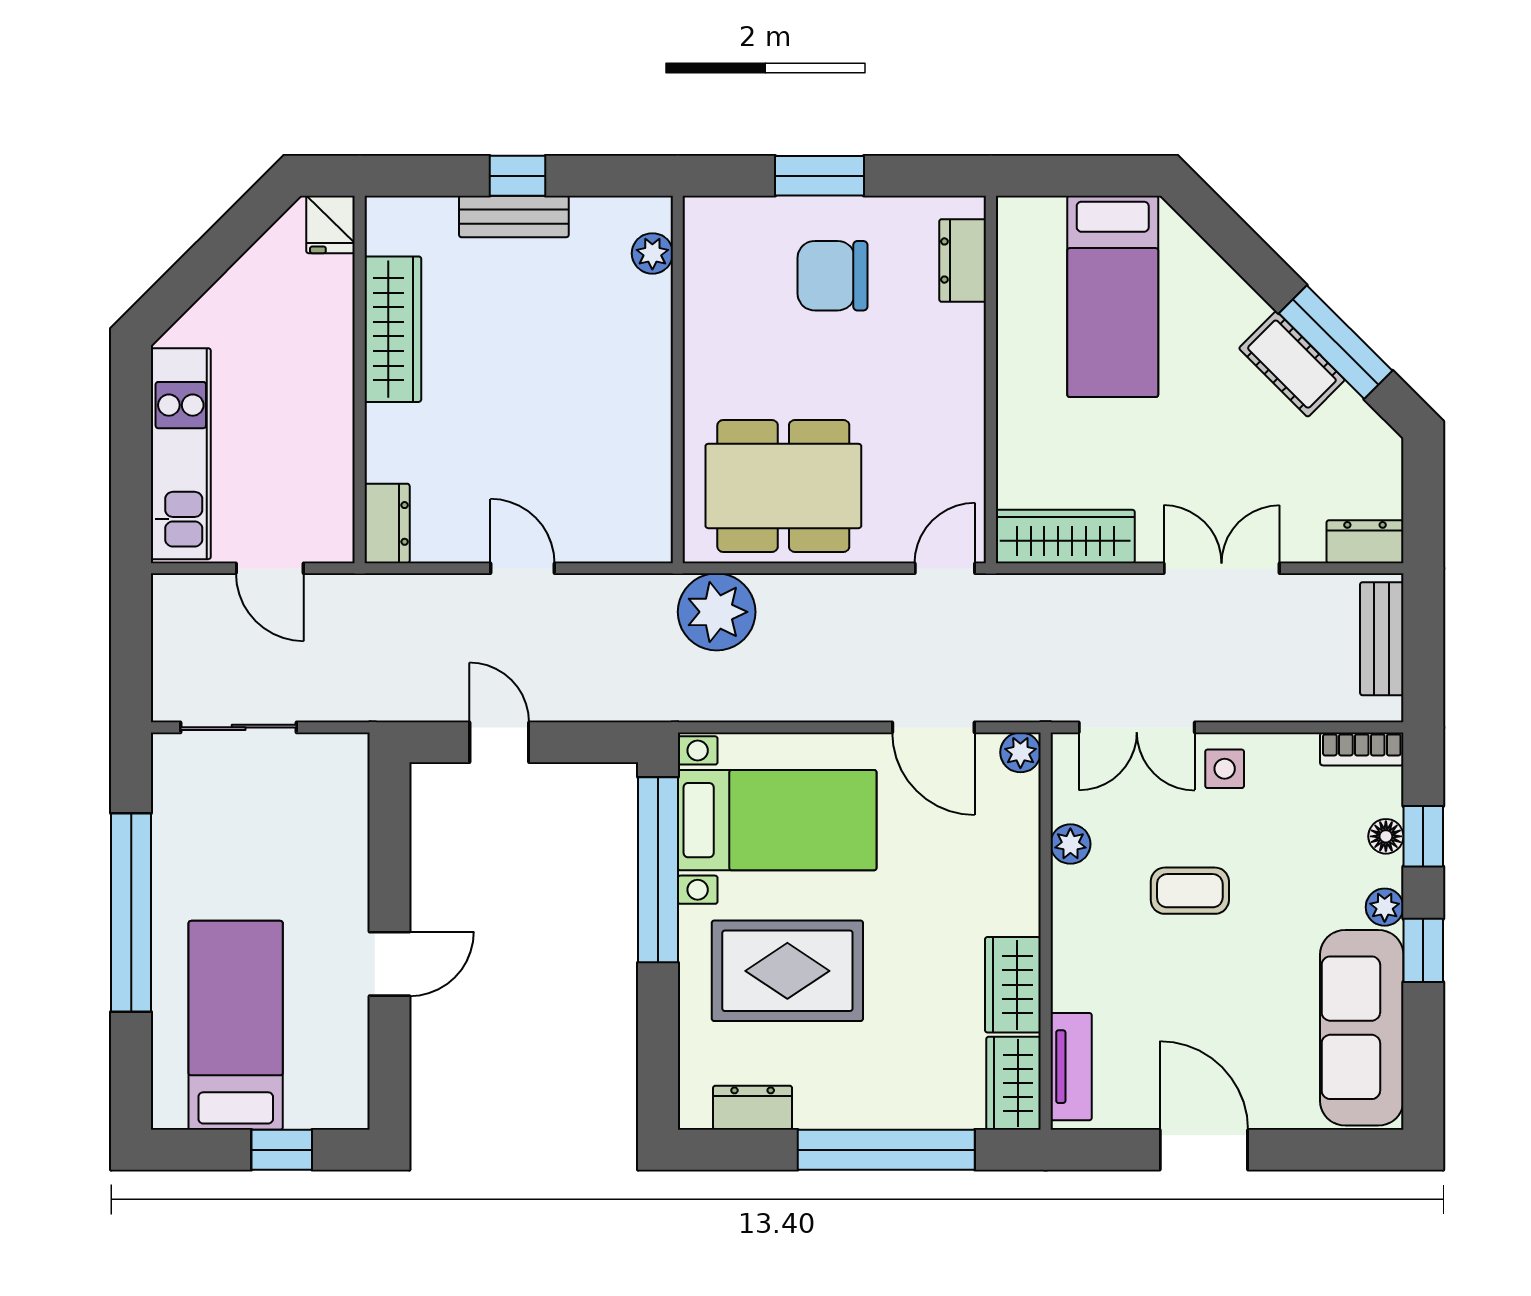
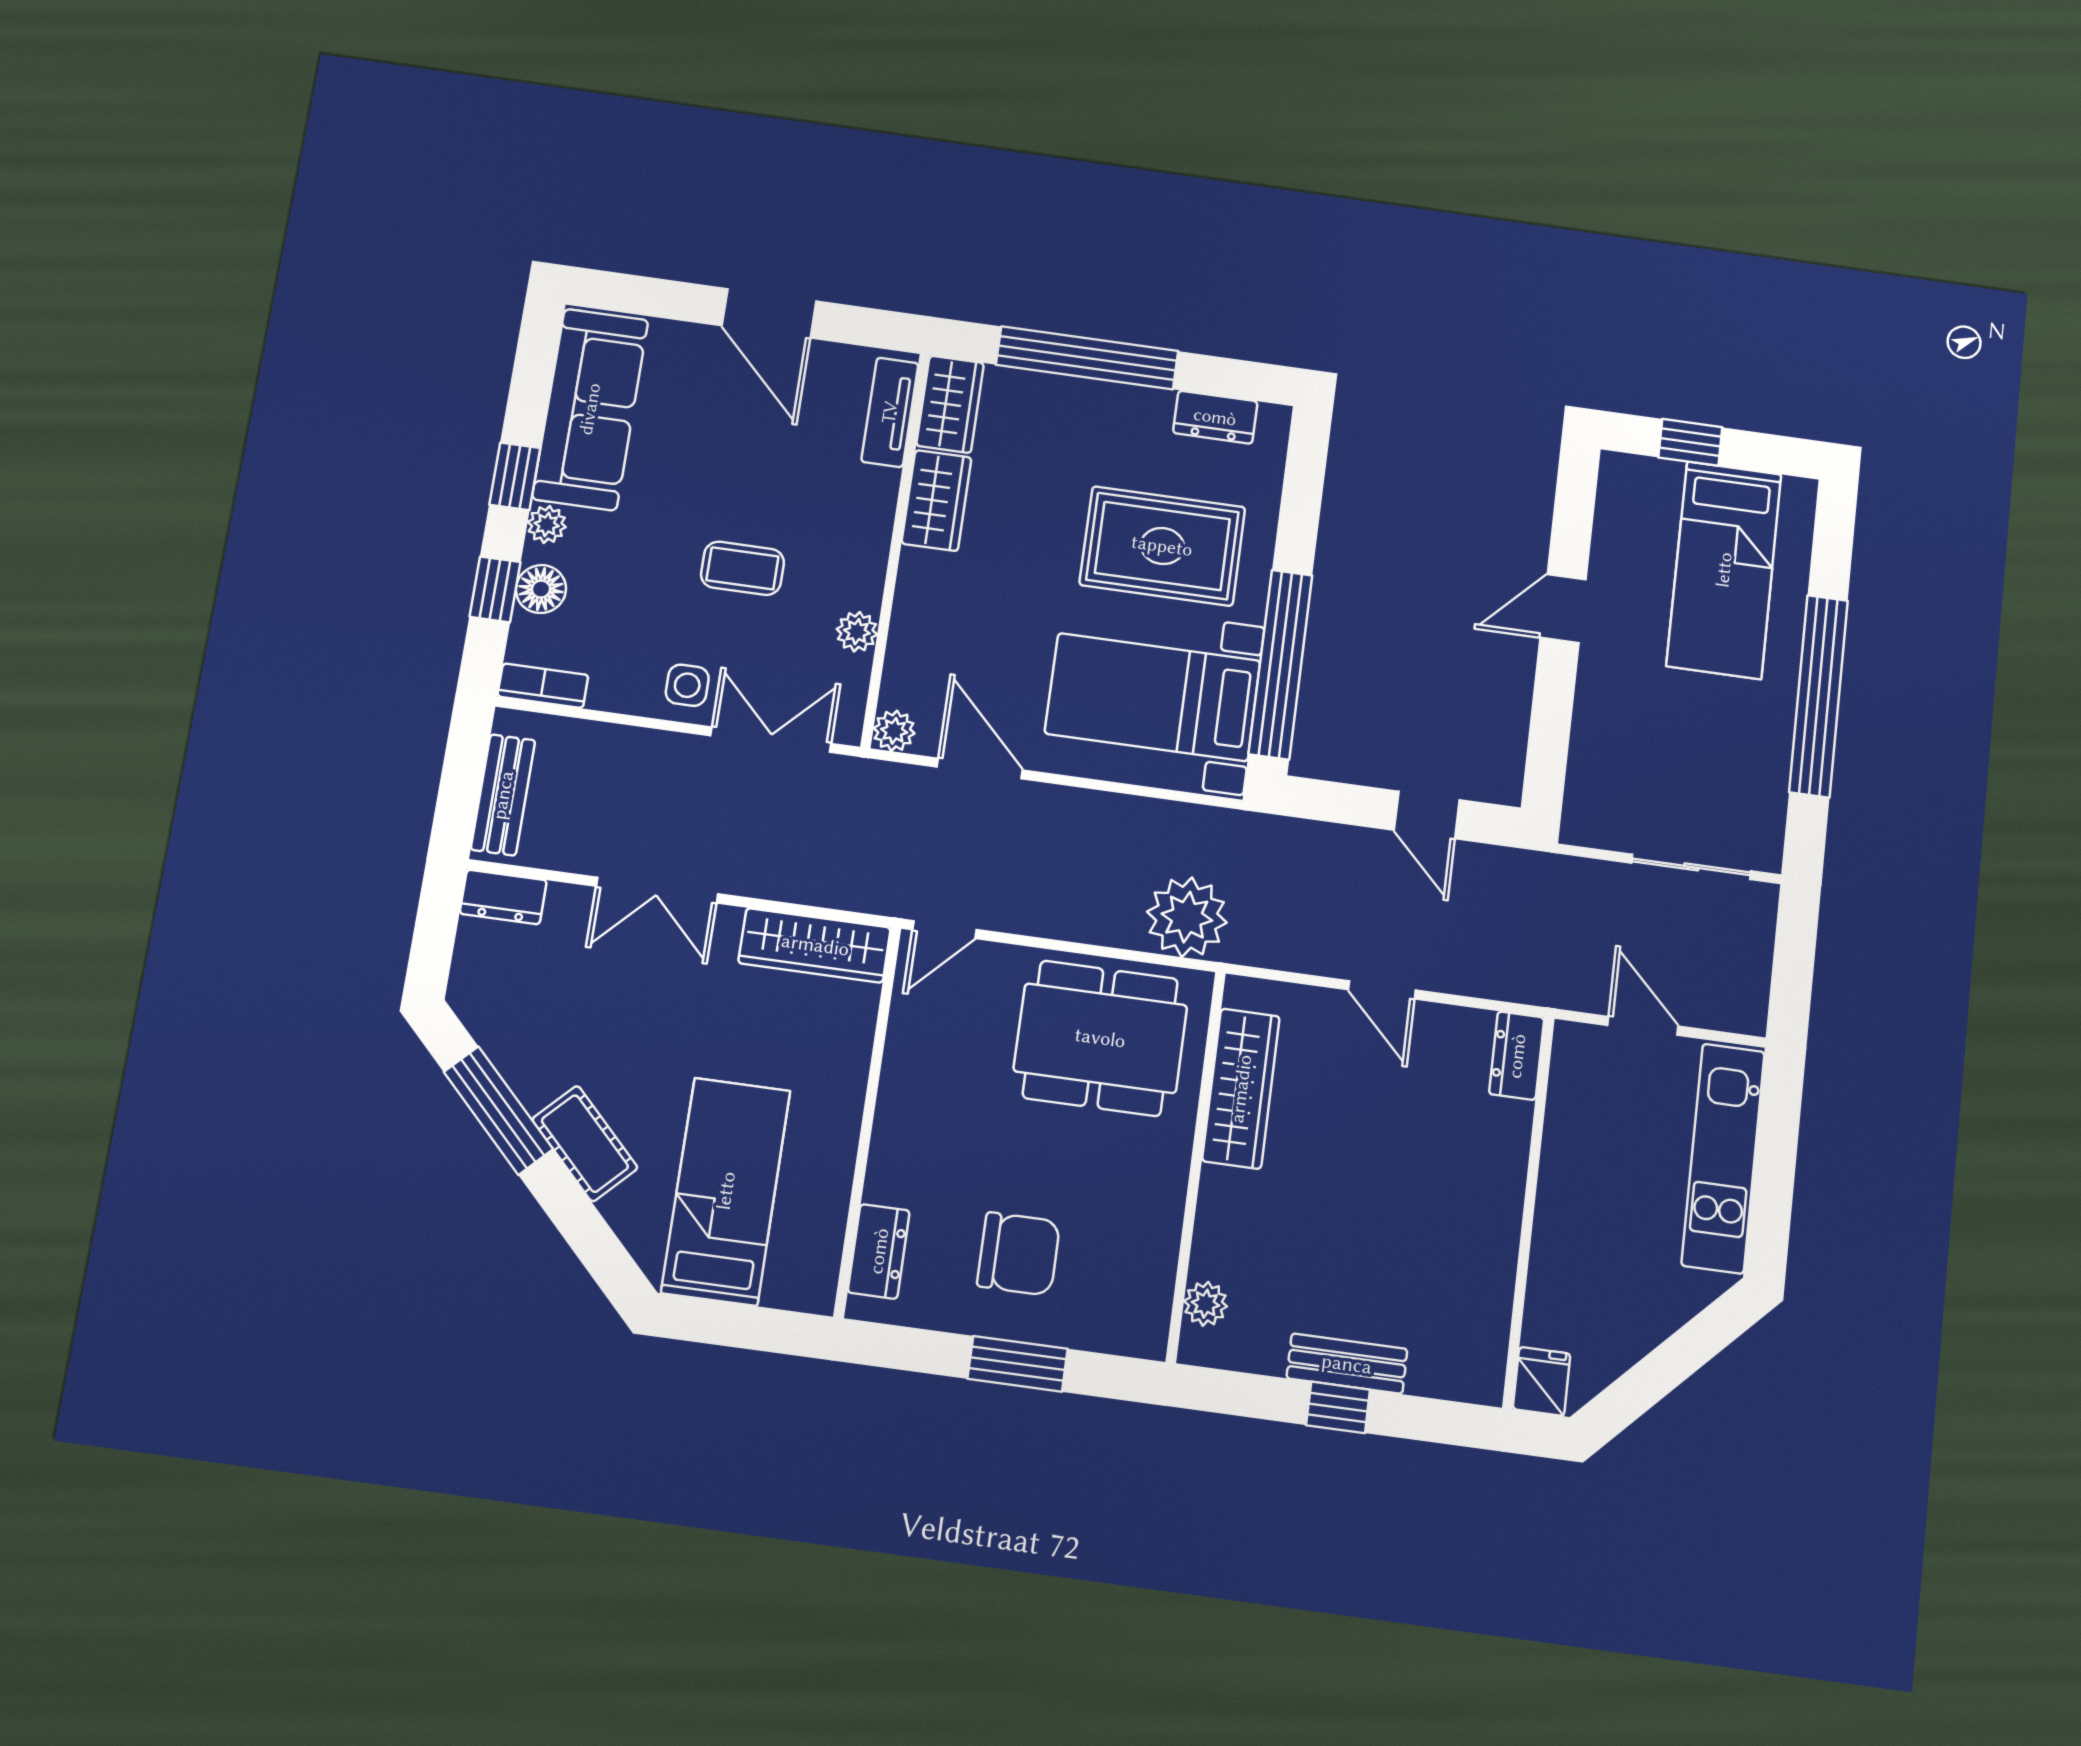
wardrobe: (393, 329) -> (1241, 1089), moved, turned 180
cot: (1292, 364) -> (585, 1144), moved
floor lamp: (1386, 836) -> (541, 589), width x1.37, depth x1.37

